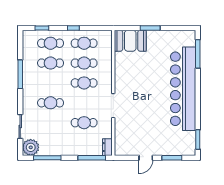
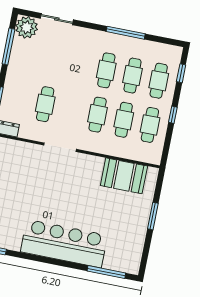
booth: (130, 41) -> (124, 176), moved, turned 90
bar counter: (183, 89) -> (64, 244), width x0.73
cafe table: (51, 103) -> (106, 70), moved

